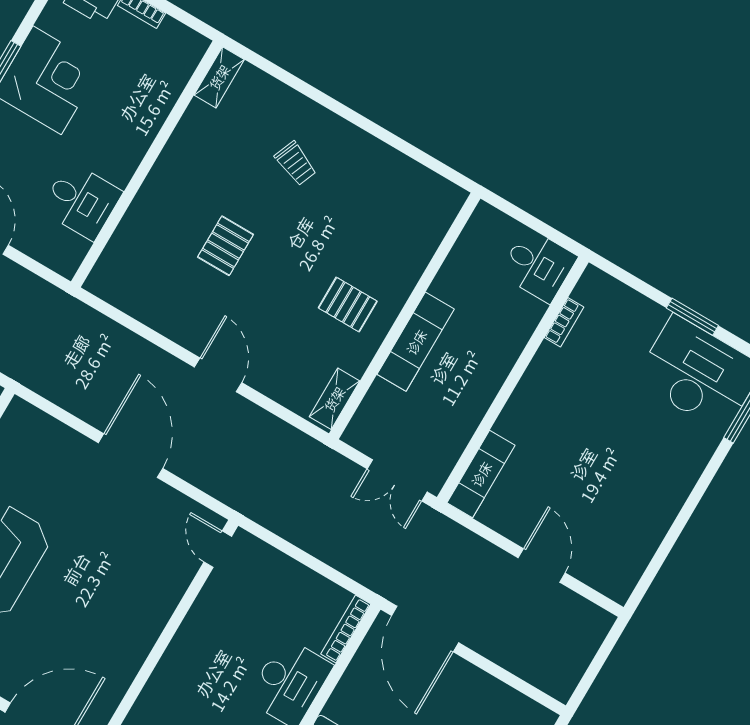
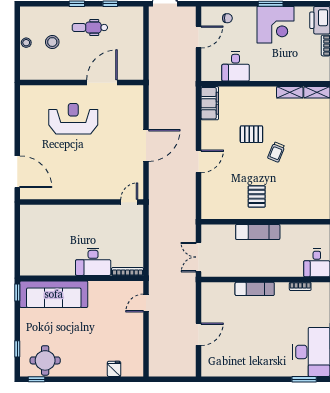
trolley: (296, 163) -> (276, 152), moved
filing cabinet: (122, 290) -> (210, 103), added
shelving: (334, 399) -> (290, 92), moved
exam couch: (481, 474) -> (255, 289), moved
door: (425, 629) -> (146, 303), width x0.53

